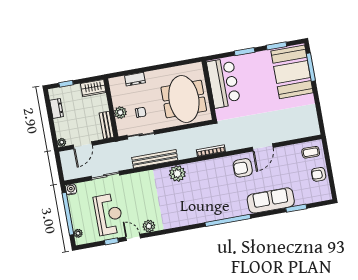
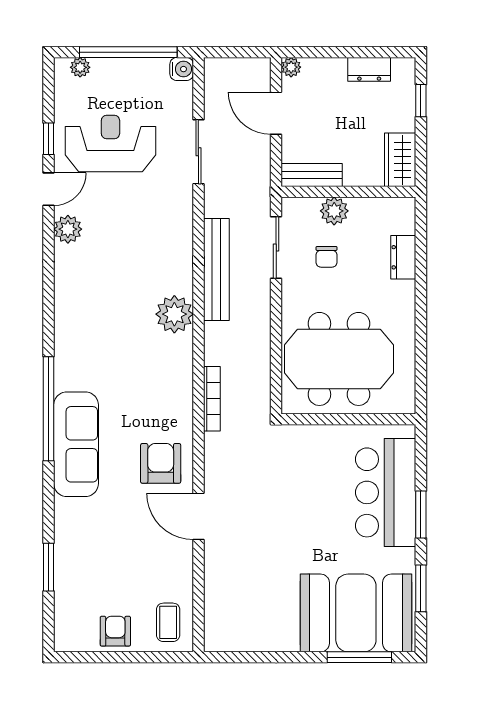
bar counter: (223, 83) -> (386, 492), moved, turned 90
sofa: (271, 200) -> (76, 444), moved
reception desk: (109, 214) -> (110, 143), turned 180

